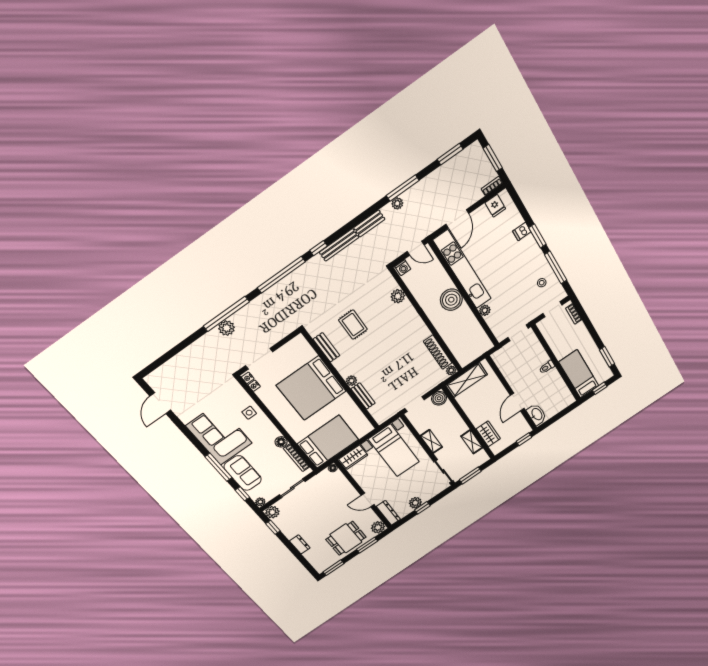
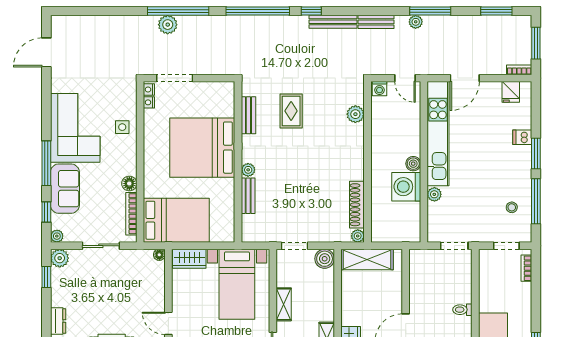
boiler: (451, 300) -> (413, 164), width x0.54, depth x0.54
washing machine: (463, 319) -> (406, 187), added

